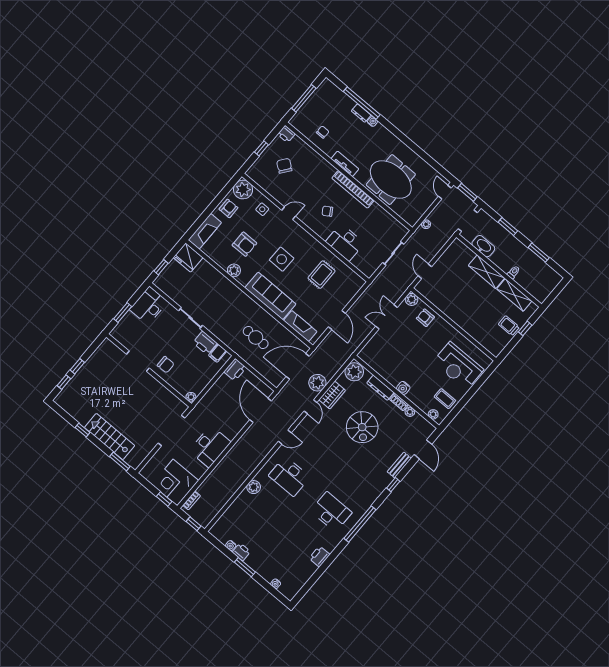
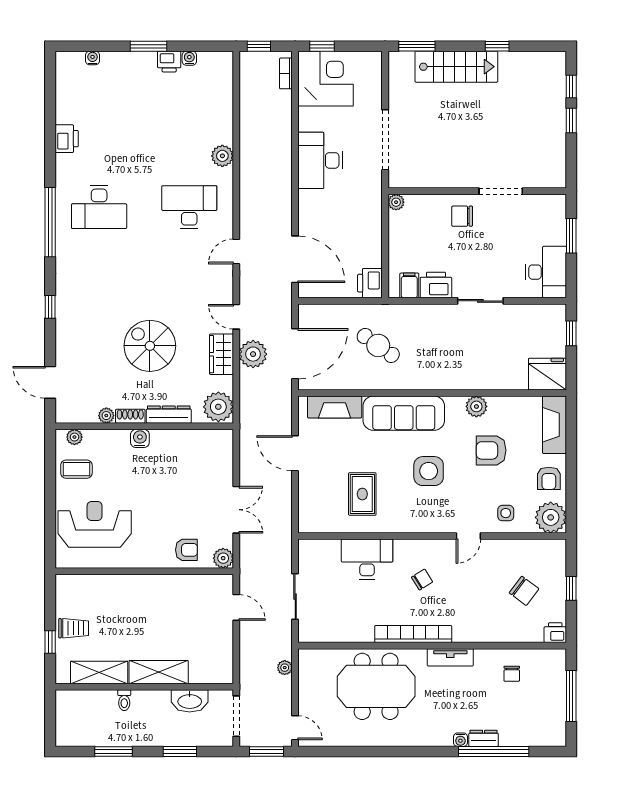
cafe table: (256, 337) -> (378, 345), turned 35
bench: (399, 465) -> (63, 338), removed

